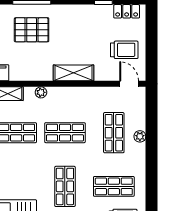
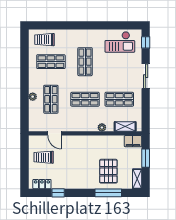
pallet: (32, 30) -> (108, 171), turned 90
shelving: (74, 73) -> (79, 141), removed
door: (129, 84) -> (54, 133), moved

